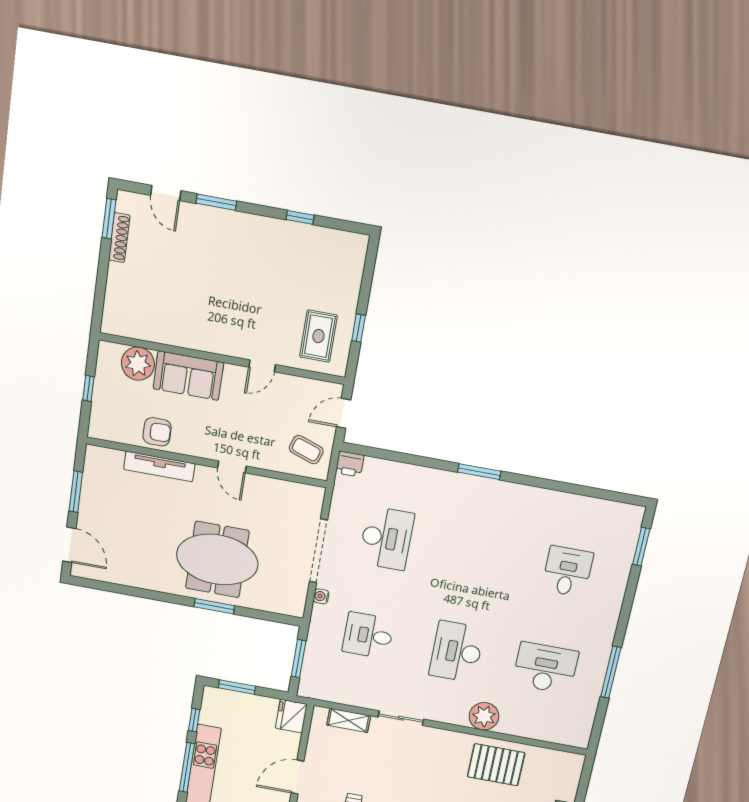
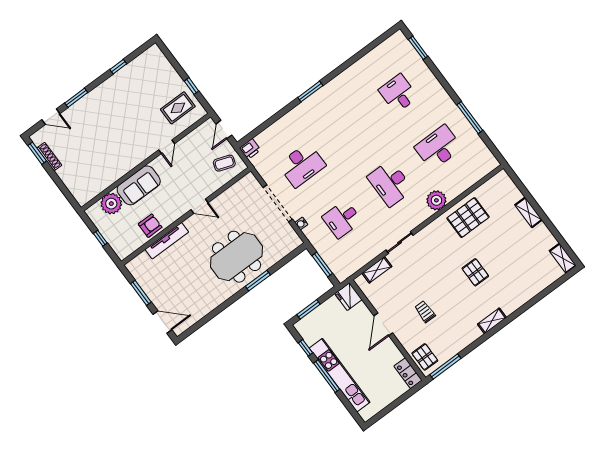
rug: (318, 336) -> (178, 108), turned 90
desk: (386, 538) -> (302, 165), turned 90

